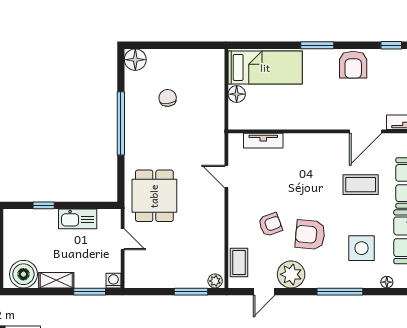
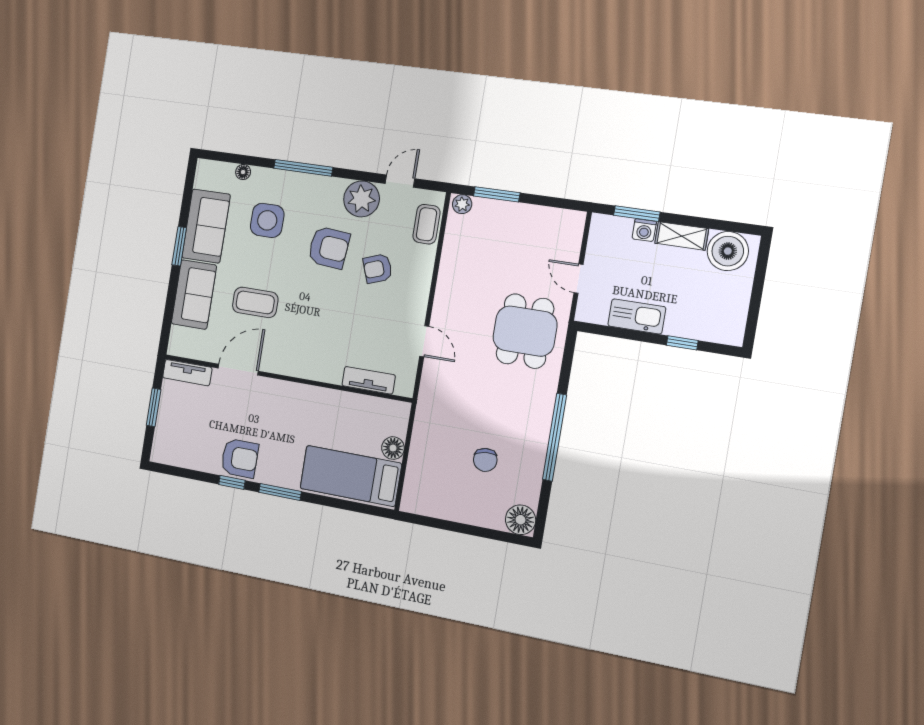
window: (391, 45) -> (232, 482), moved
armchair: (353, 65) -> (240, 458), turned 90
washing machine: (113, 281) -> (644, 230), moved

